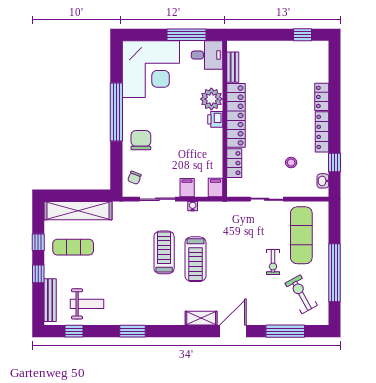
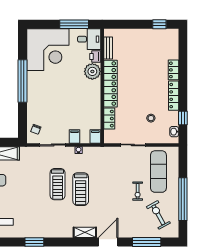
printer: (215, 119) -> (95, 57), moved
chair: (141, 140) -> (41, 102), removed
treadmill: (164, 252) -> (58, 184), turned 180

